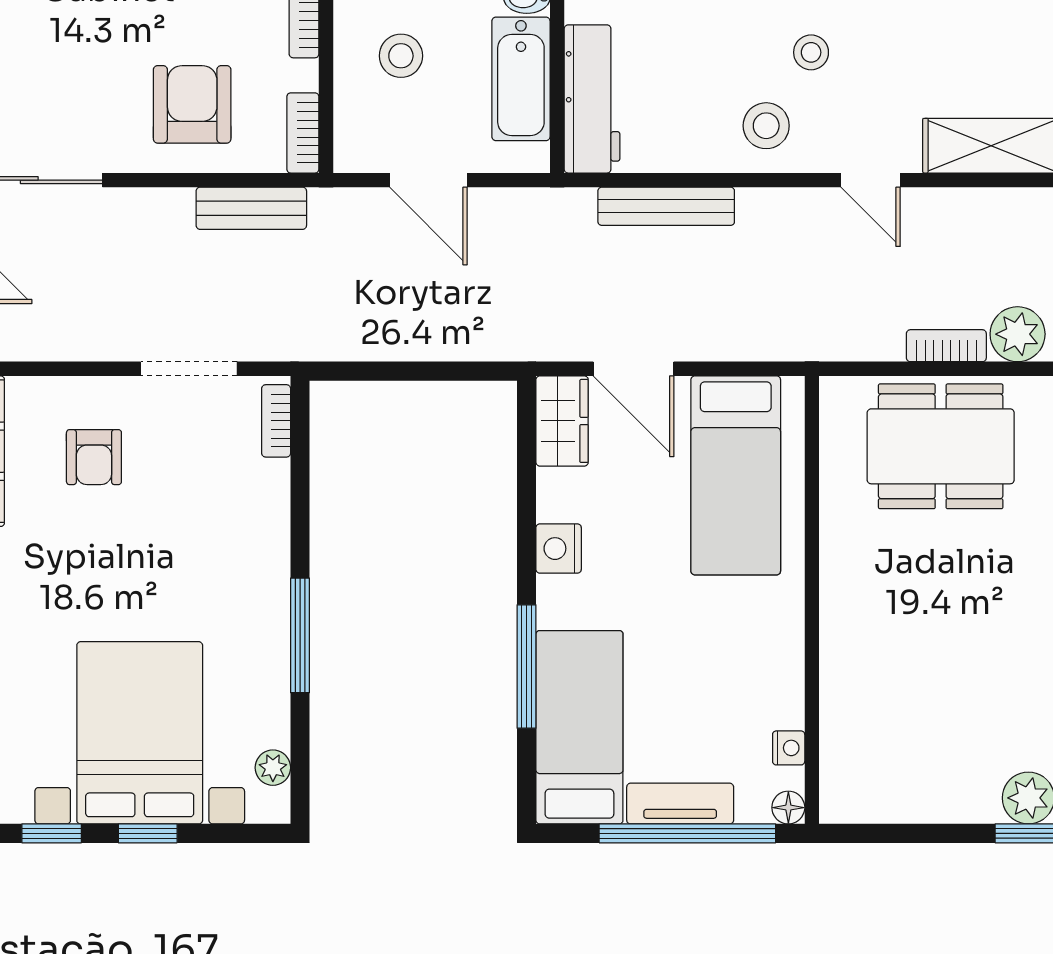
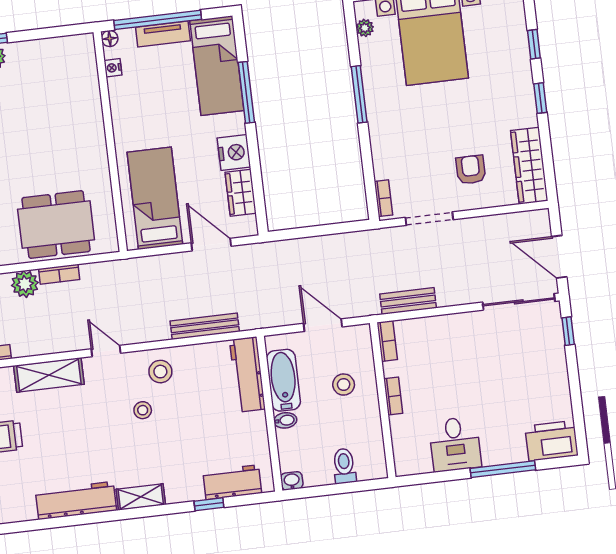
armchair: (192, 104) -> (443, 348), removed
wardrobe: (562, 421) -> (241, 193), moved
nightstand: (559, 549) -> (234, 152), width x1.36, depth x1.33

